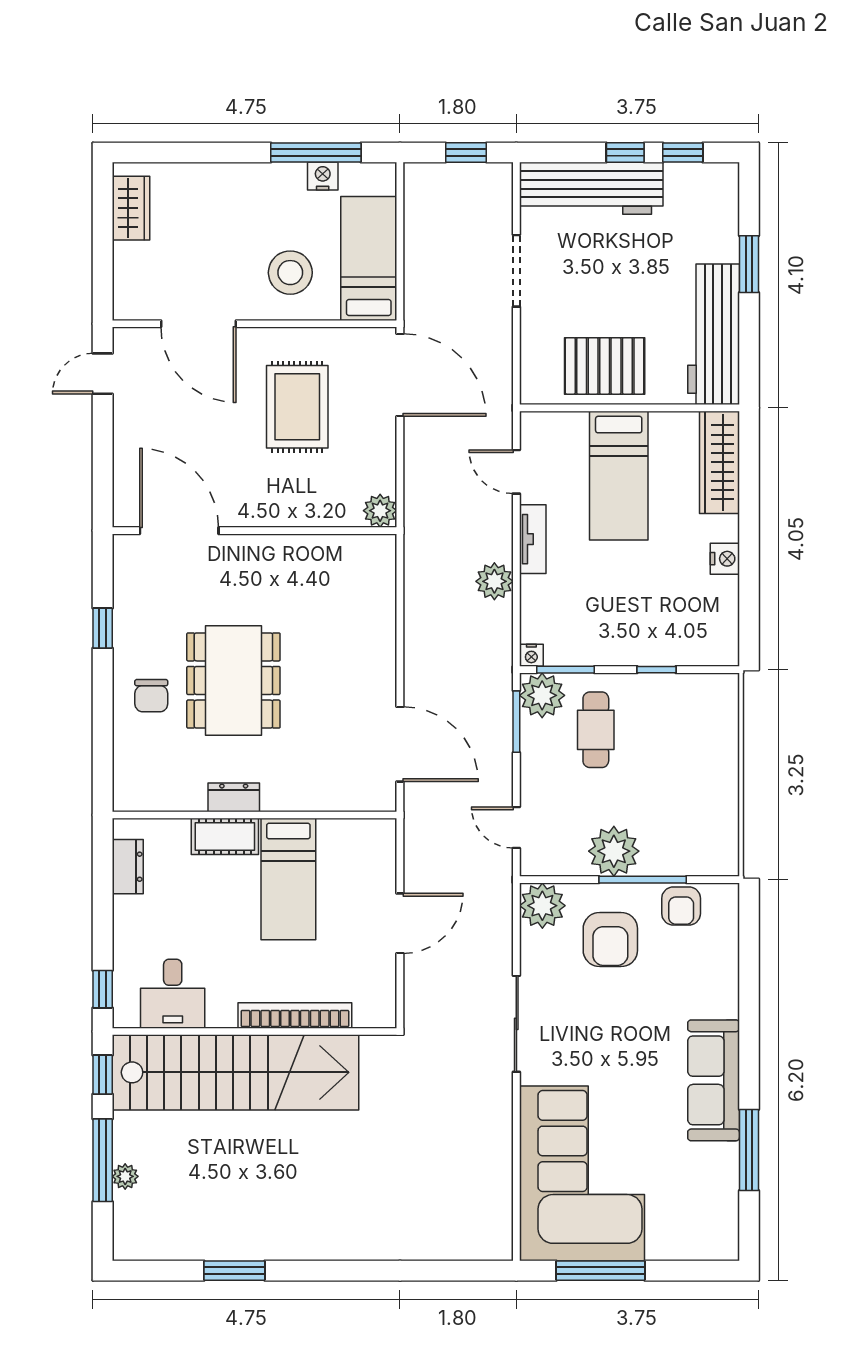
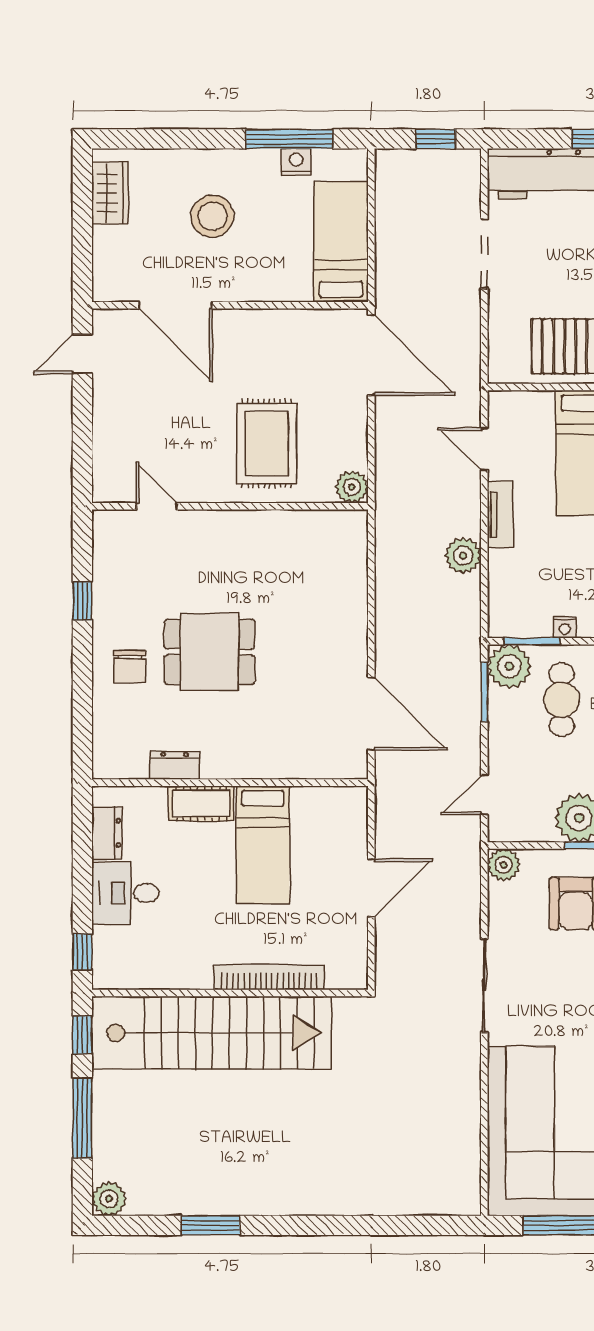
stool: (290, 273) -> (212, 216), moved
rug: (297, 407) -> (266, 443), moved
door: (179, 531) -> (157, 506), width x0.53
nightstand: (531, 655) -> (565, 627), moved
dining table: (233, 680) -> (209, 652), width x0.73
dresser: (234, 797) -> (175, 765), moved
door: (516, 828) -> (484, 795), hinge flipped
plant: (542, 906) -> (504, 865), width x0.73, depth x0.73
desk: (173, 994) -> (125, 893), moved, turned 90
plant: (125, 1176) -> (109, 1199), moved, width x1.38, depth x1.38

